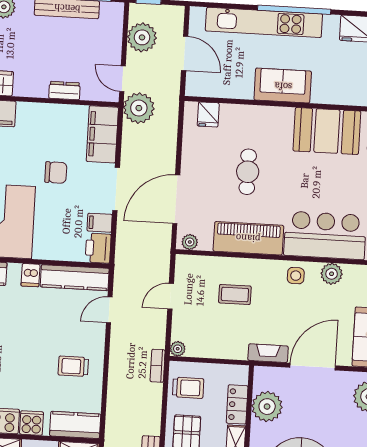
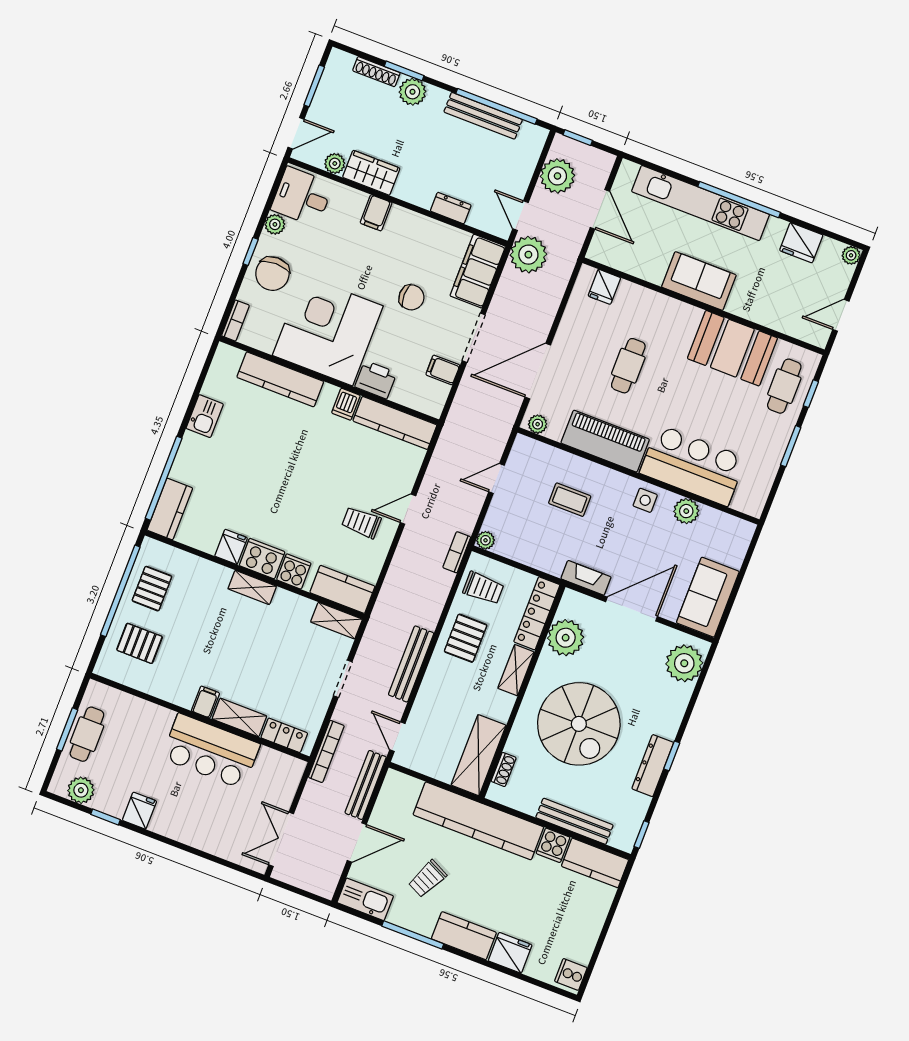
printer: (98, 248) -> (376, 380), moved, turned 90
door: (109, 310) -> (408, 509), moved
locker: (237, 404) -> (537, 613), width x1.53

